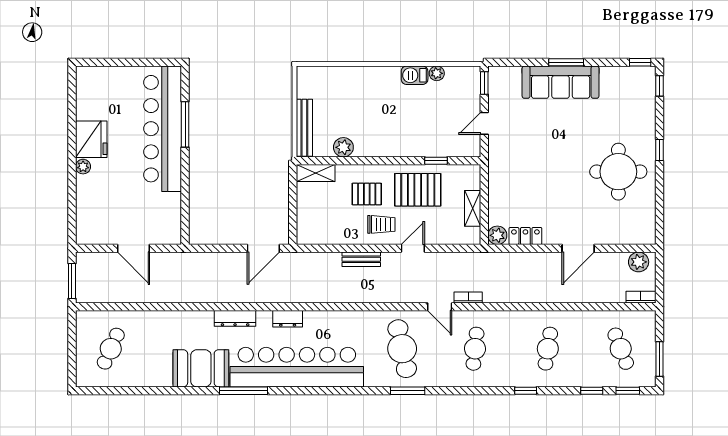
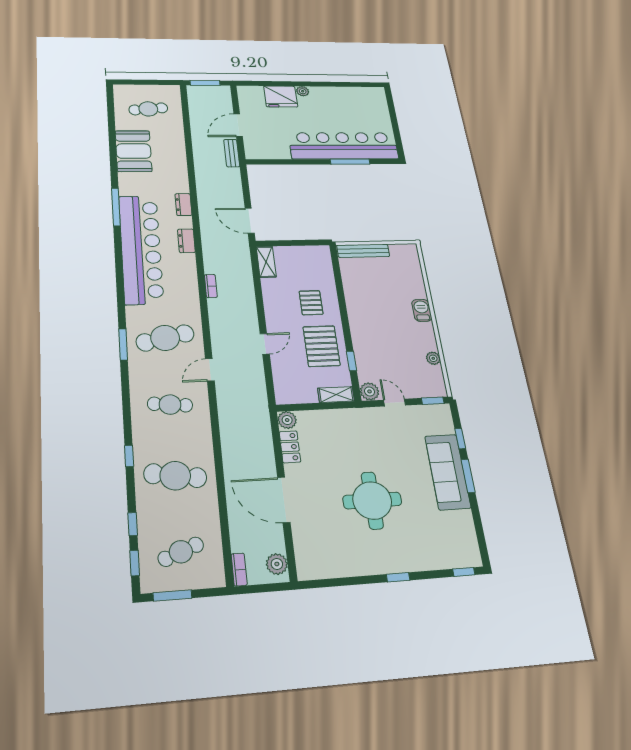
window: (640, 62) -> (460, 438), moved
barbecue: (415, 75) -> (422, 310), moved
fridge: (91, 139) -> (281, 97), moved
plant: (343, 147) -> (370, 391), moved
round table: (618, 172) -> (372, 500), moved
shelving: (316, 173) -> (266, 262), moved
shelving: (473, 208) -> (336, 395), moved
trolley: (381, 224) -> (284, 316), removed
door: (413, 248) -> (265, 344), hinge flipped
door: (578, 248) -> (284, 500), width x1.36
bench: (361, 259) -> (232, 153), moved
bookcase: (468, 297) -> (211, 286), moved
dresser: (235, 318) -> (183, 205), width x0.70
cafe table: (111, 349) -> (148, 109), turned -30
cafe table: (548, 349) -> (175, 476), width x1.37, depth x1.35
booth: (201, 368) -> (133, 151), moved

